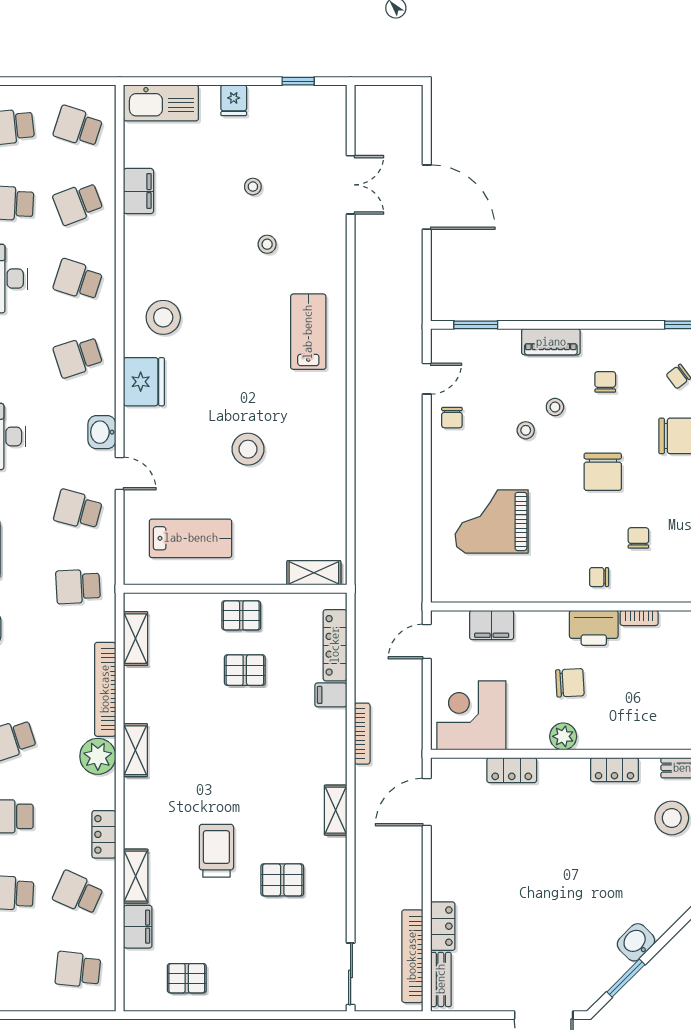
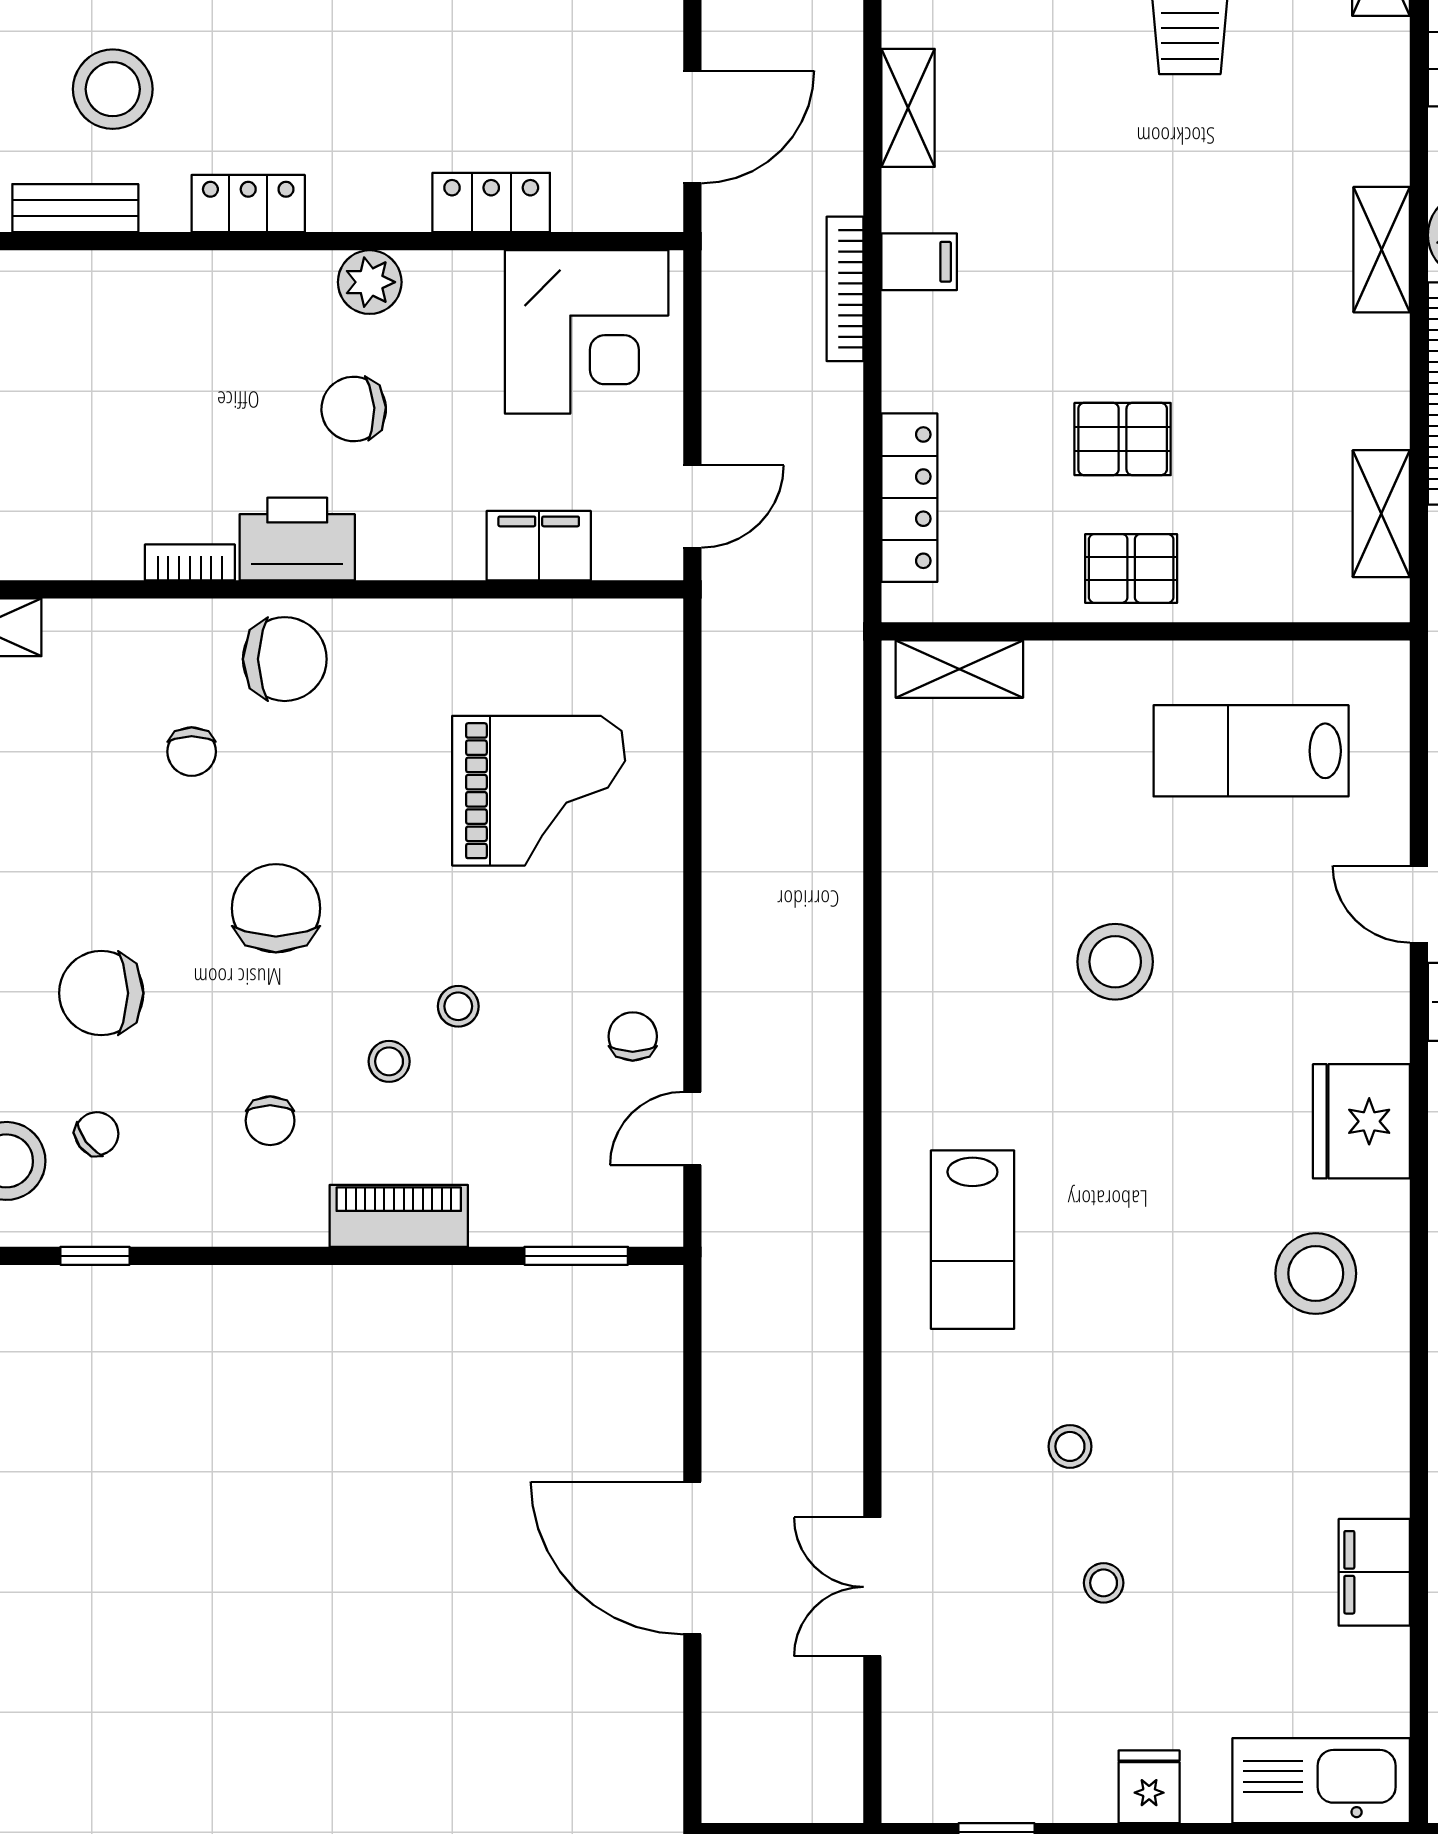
chair: (599, 577) -> (285, 659), width x1.87, depth x1.87
filing cabinet: (331, 695) -> (919, 262), moved

